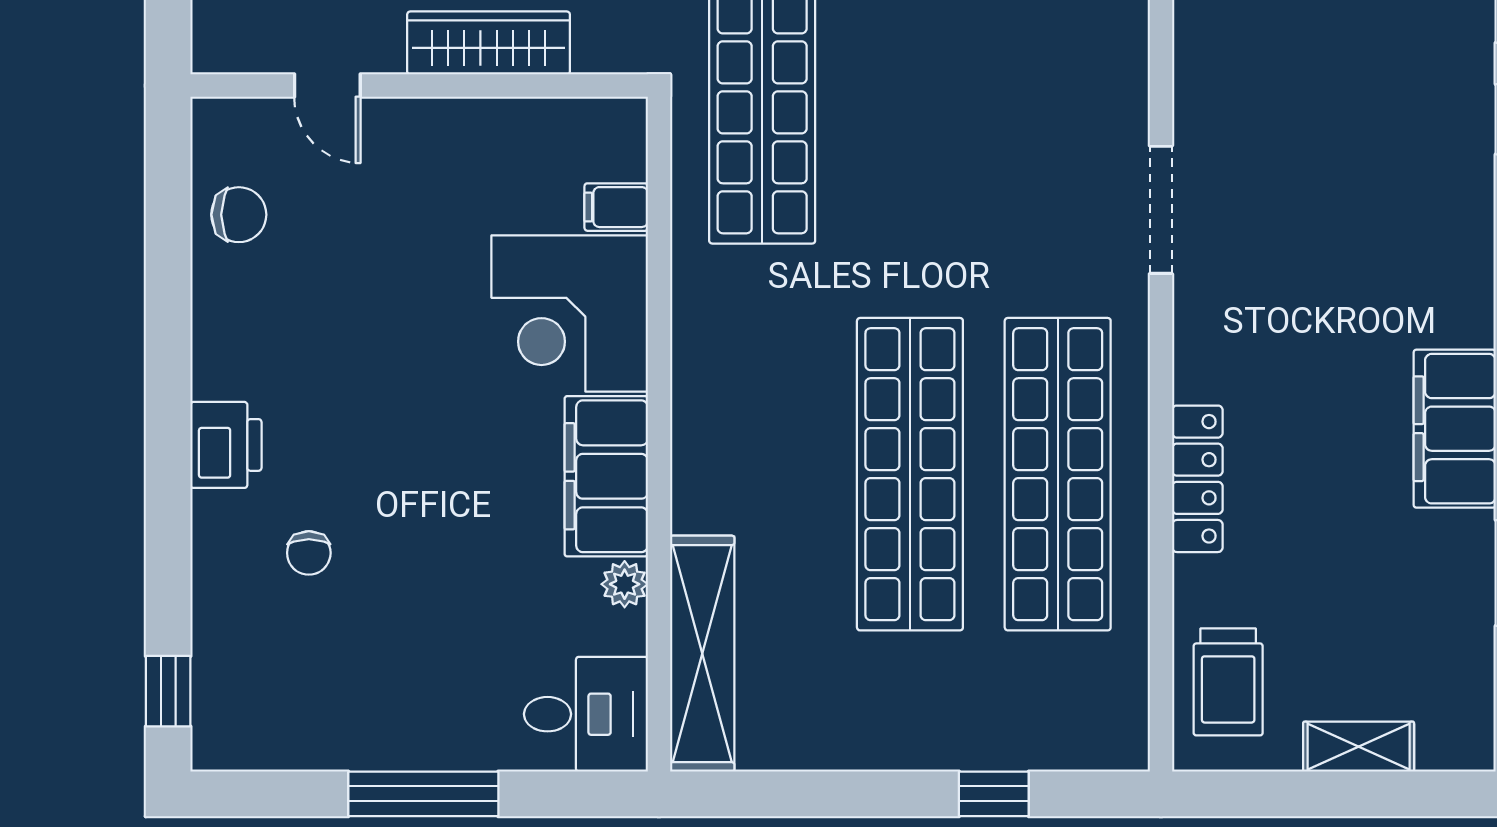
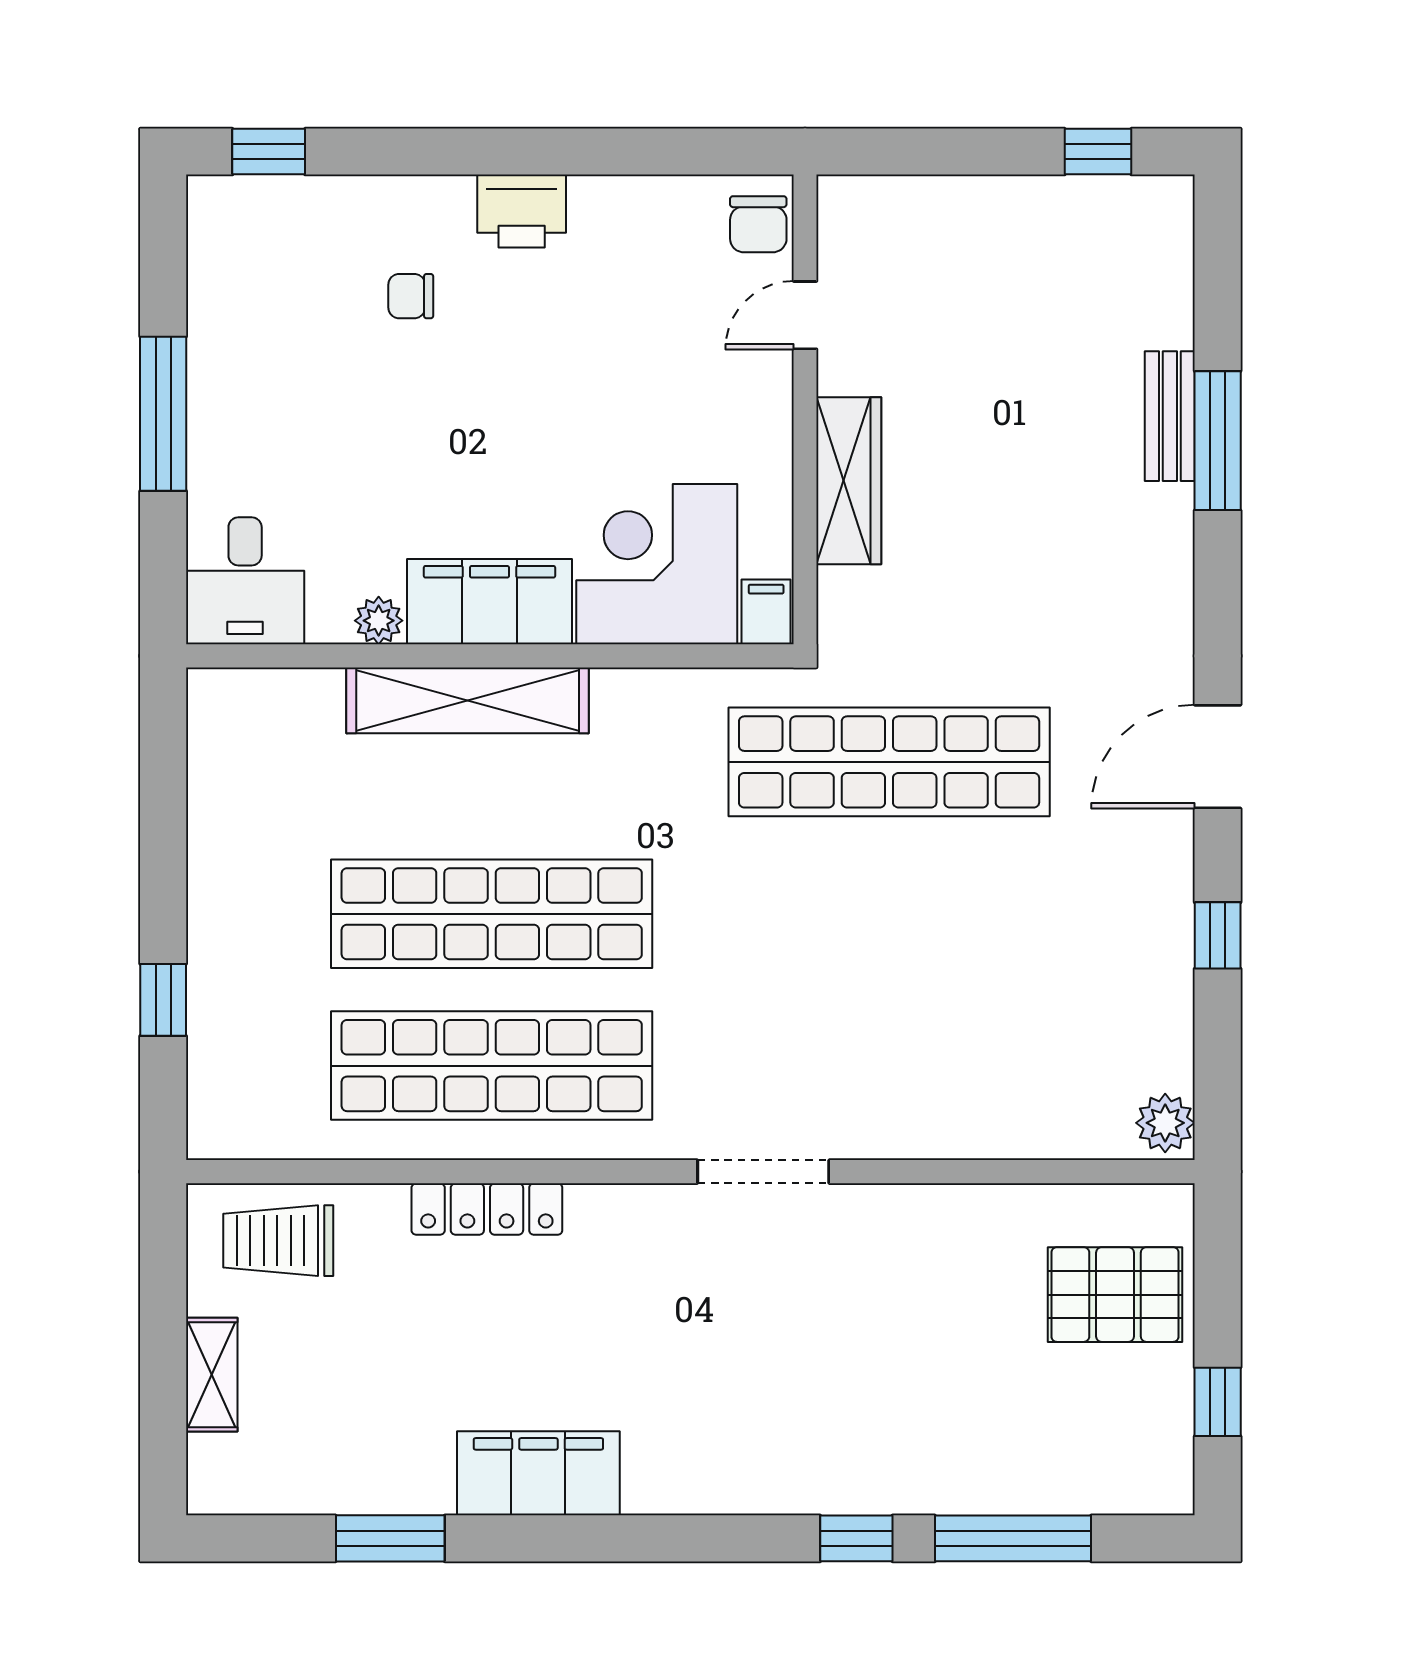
wardrobe: (489, 43) -> (849, 481), moved
door: (327, 86) -> (805, 315), moved
wall: (419, 86) -> (805, 409), moved
shelving: (702, 654) -> (468, 700), moved

